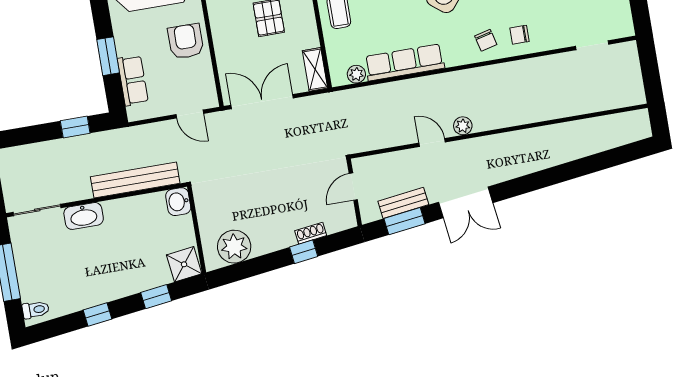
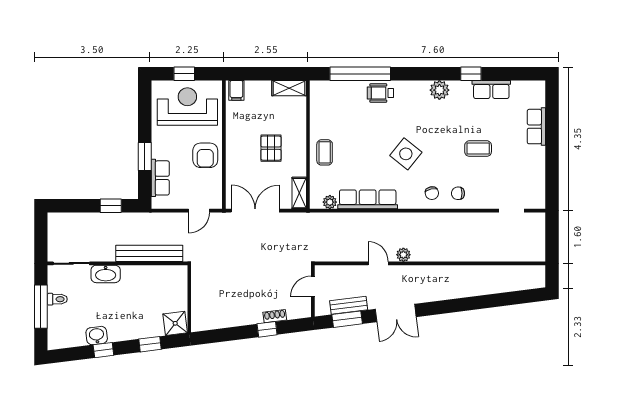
armchair: (186, 41) -> (205, 155), turned 180
door: (190, 114) -> (199, 211), hinge flipped
washbasin: (178, 202) -> (97, 336), moved, turned 83
plant: (234, 247) -> (215, 316), removed
toilet: (36, 310) -> (57, 299), moved

